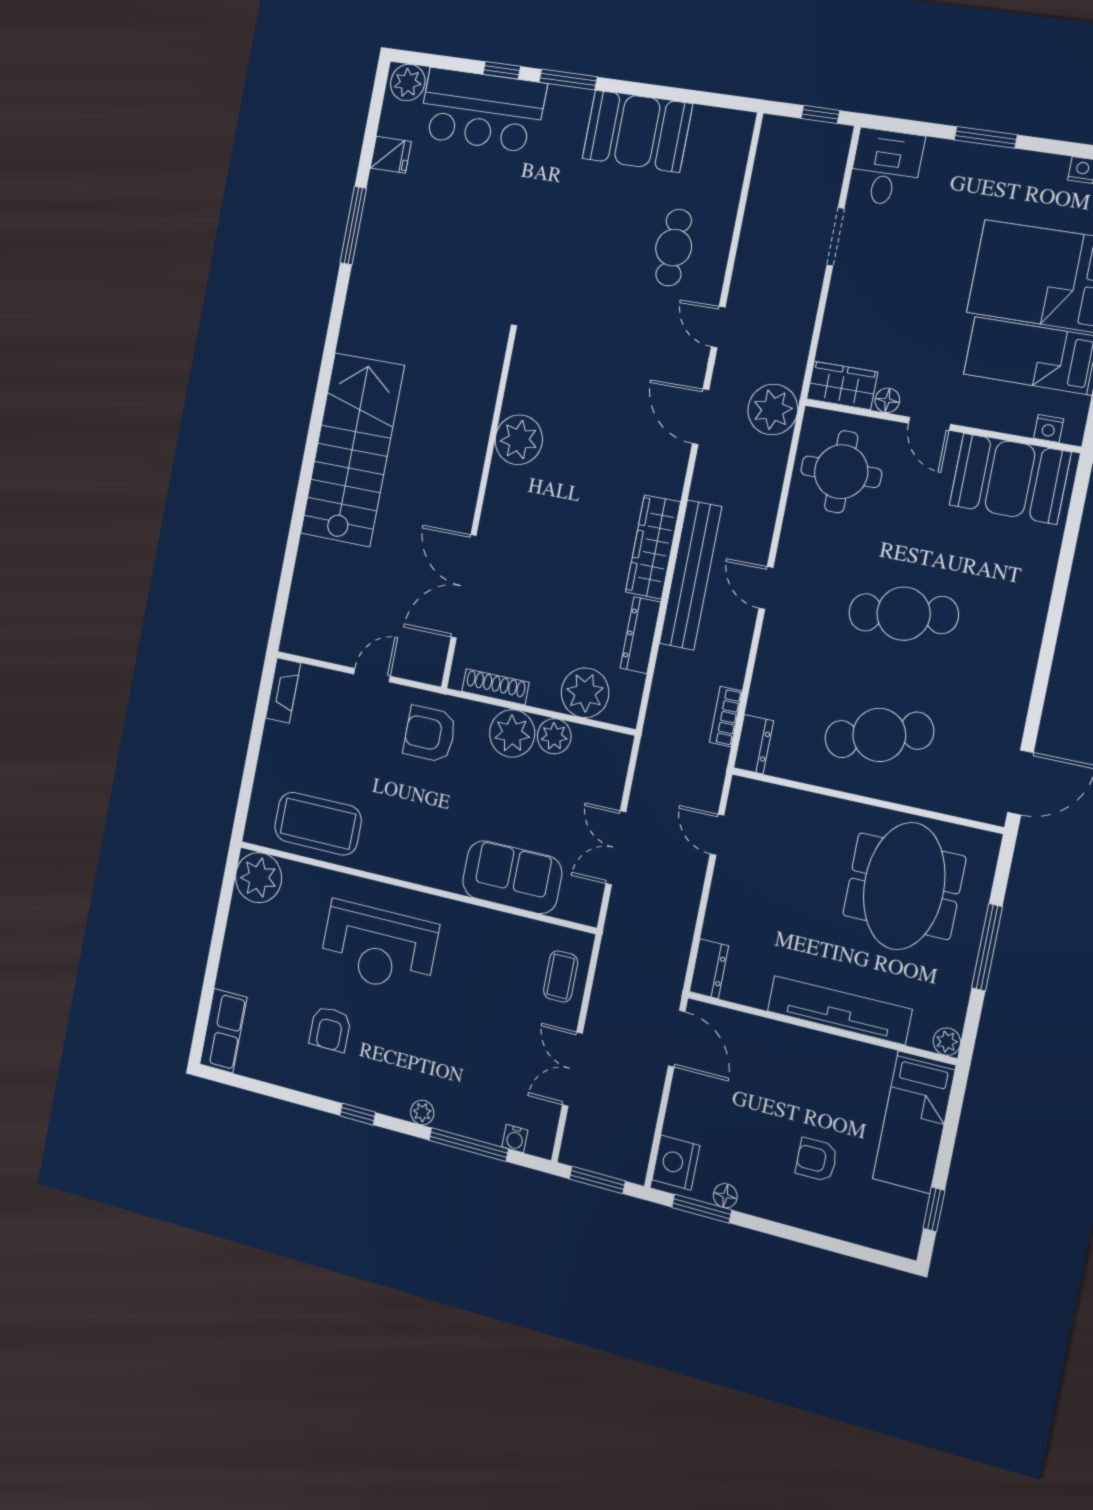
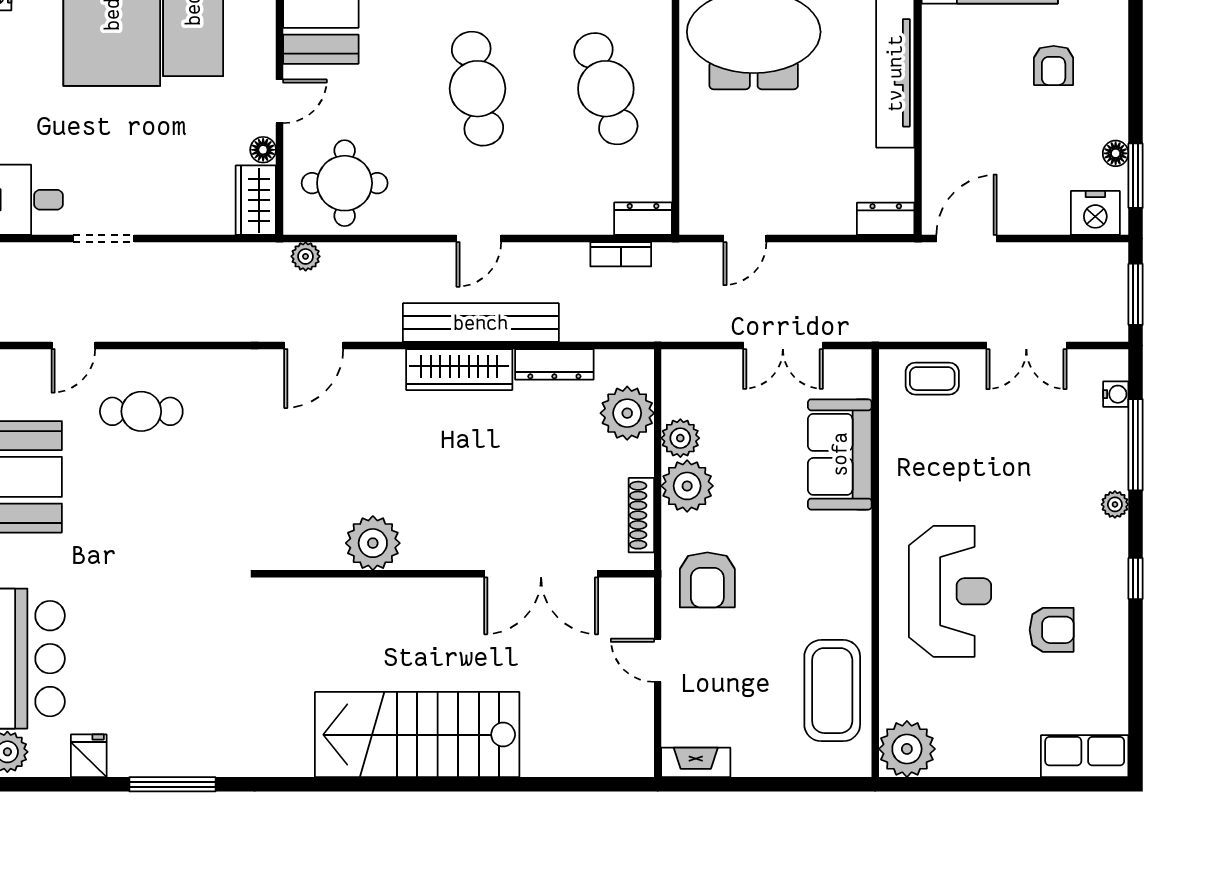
door: (718, 327) -> (73, 346), moved
plant: (773, 410) -> (306, 256), width x0.53, depth x0.53

